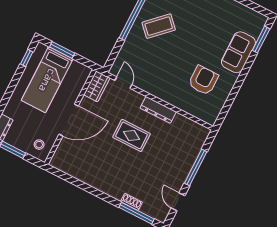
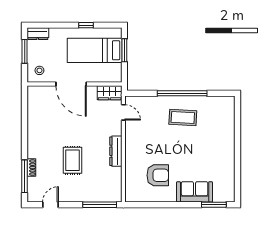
coffee table: (159, 26) -> (183, 117), turned -43
window: (27, 58) -> (86, 25), moved
door: (123, 83) -> (123, 112), hinge flipped
rug: (132, 135) -> (73, 160), moved
window: (196, 167) -> (100, 205), moved

